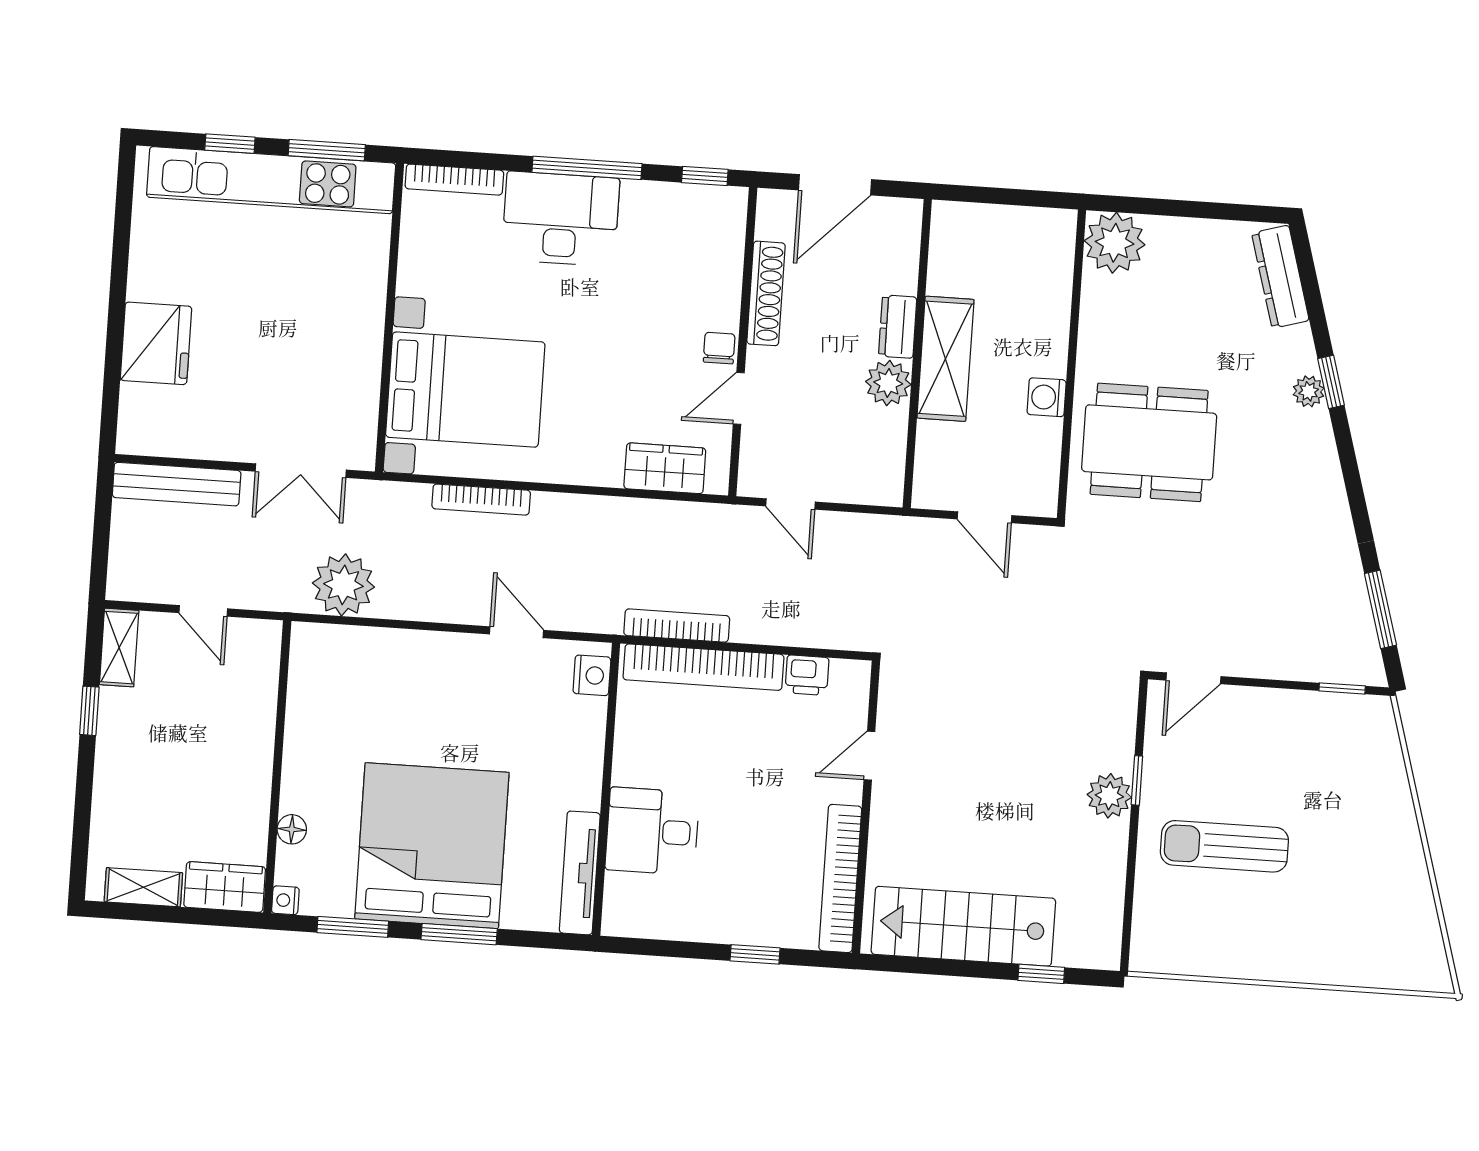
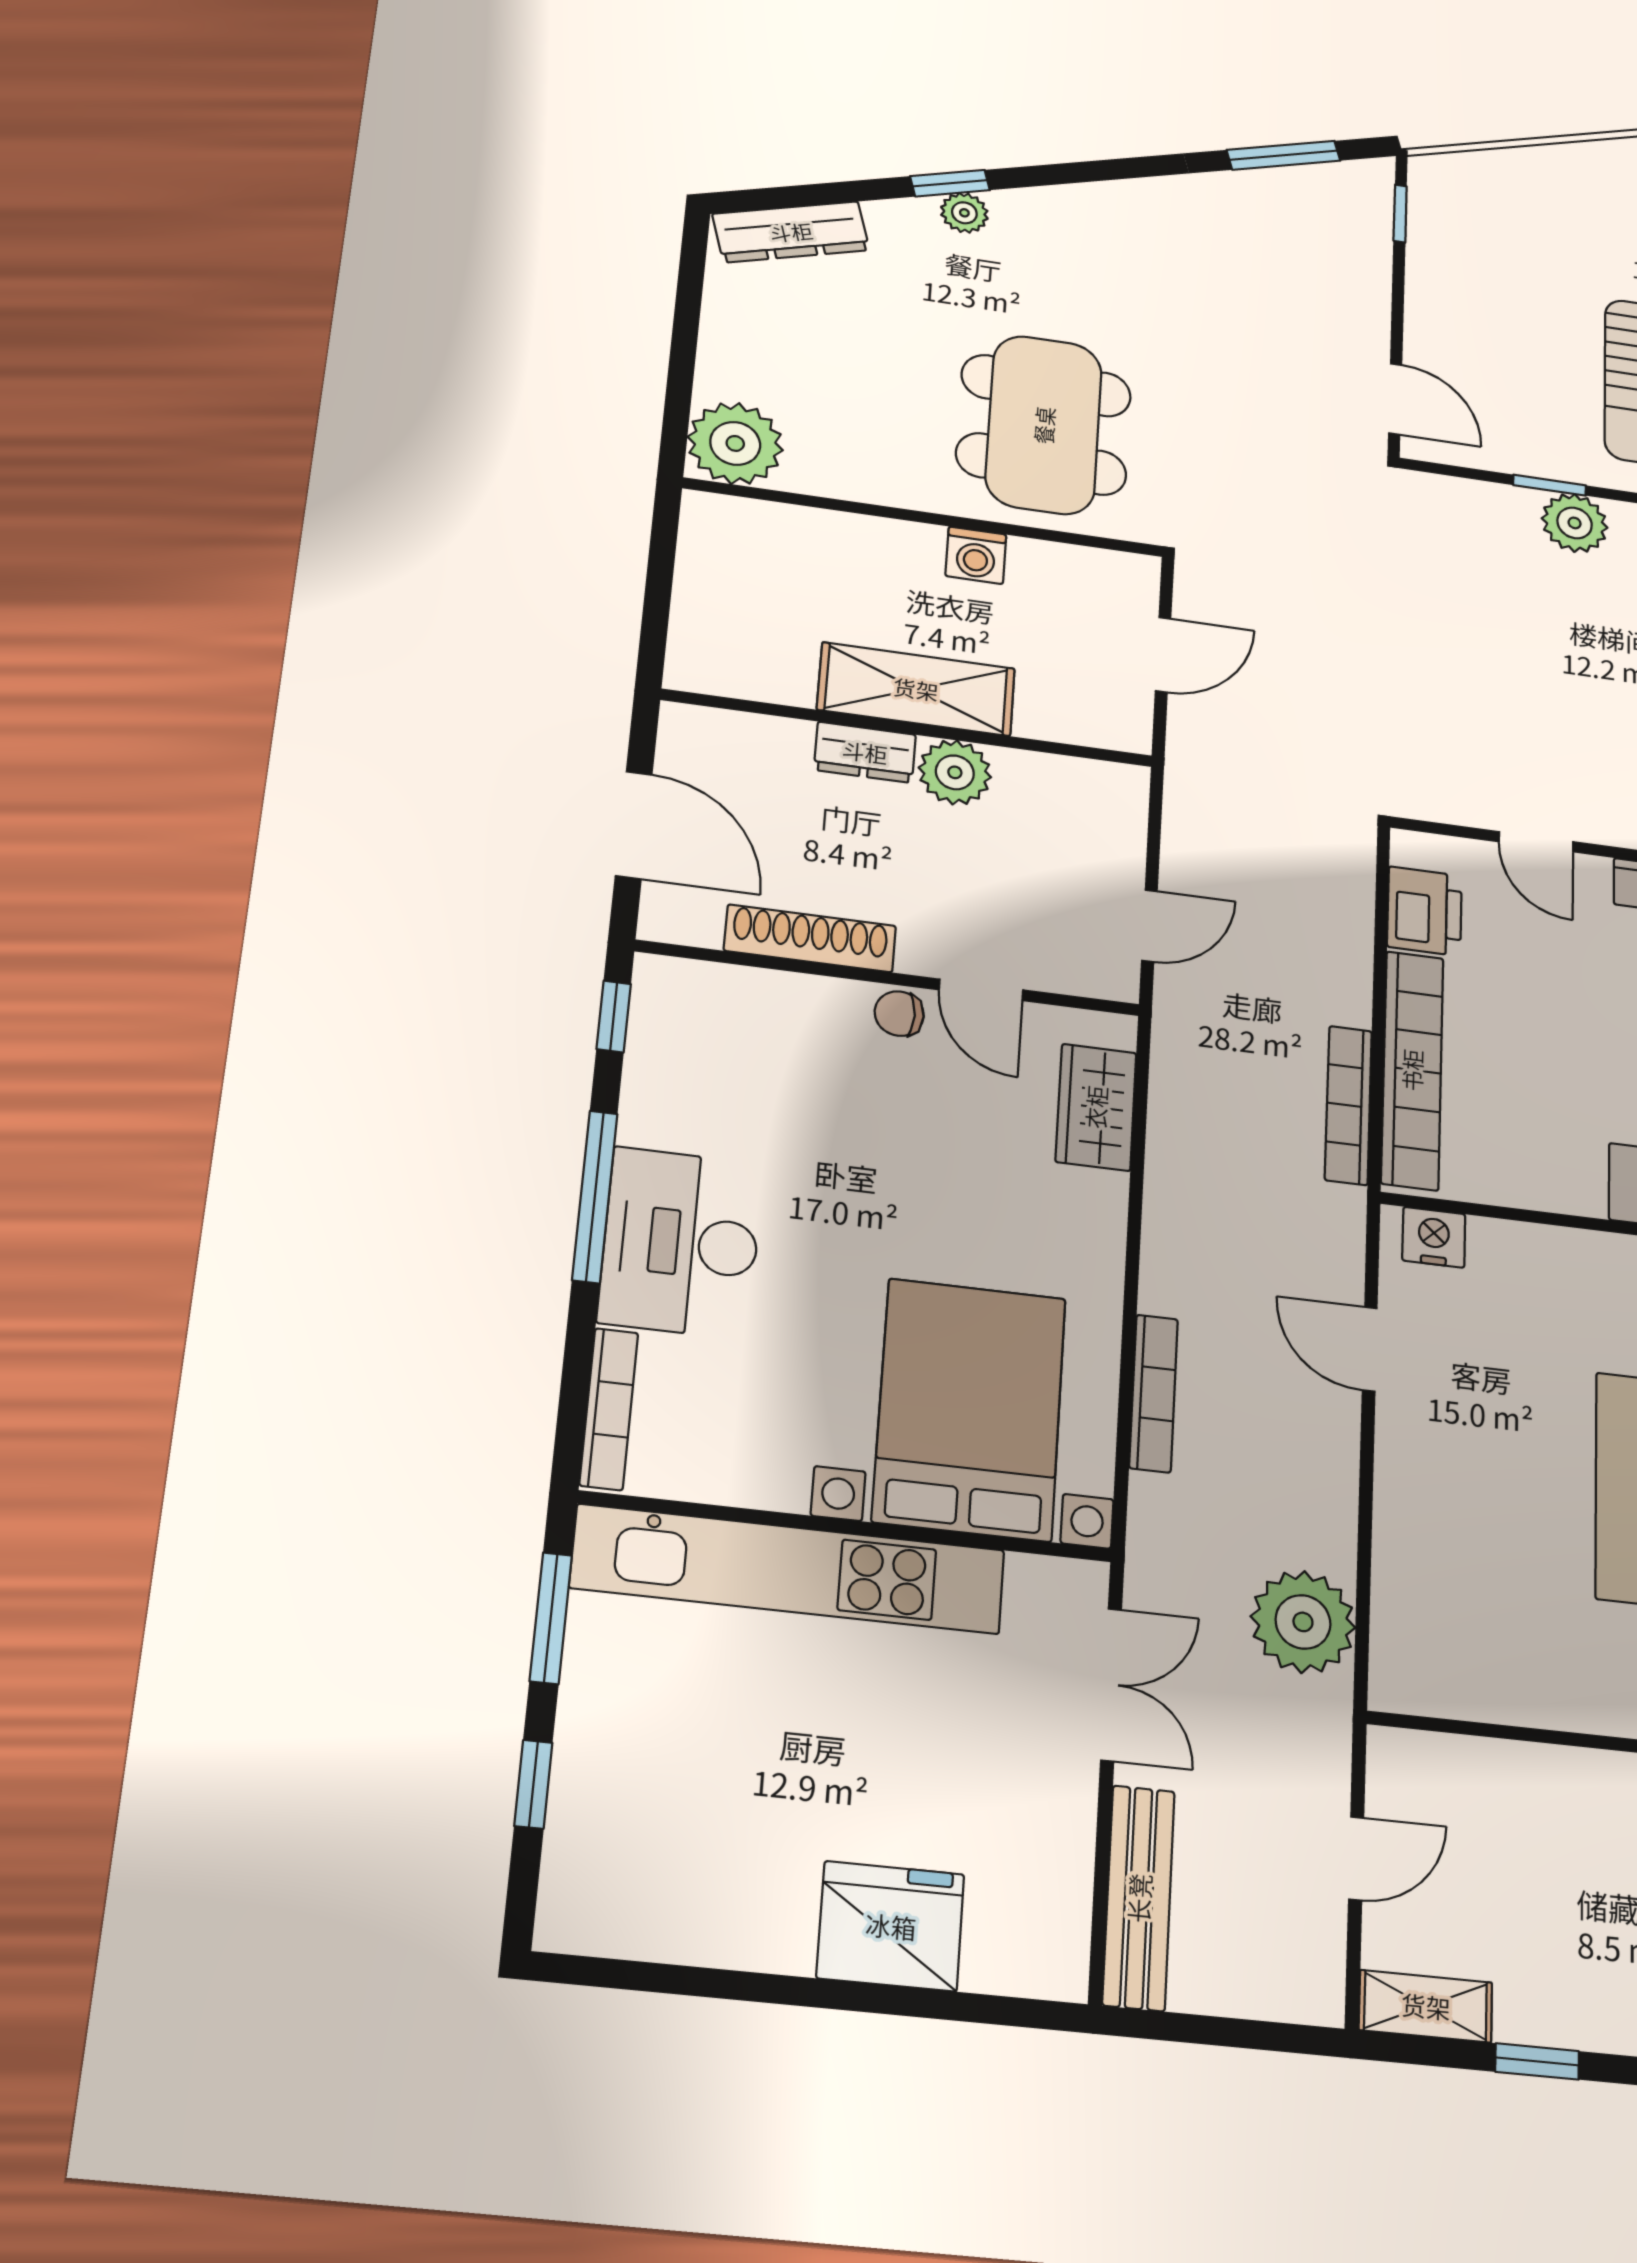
kitchen unit: (271, 180) -> (789, 1569), moved, turned 90
door: (517, 632) -> (1370, 1349), hinge flipped
printer: (807, 675) -> (1425, 911), width x1.36, depth x1.24

